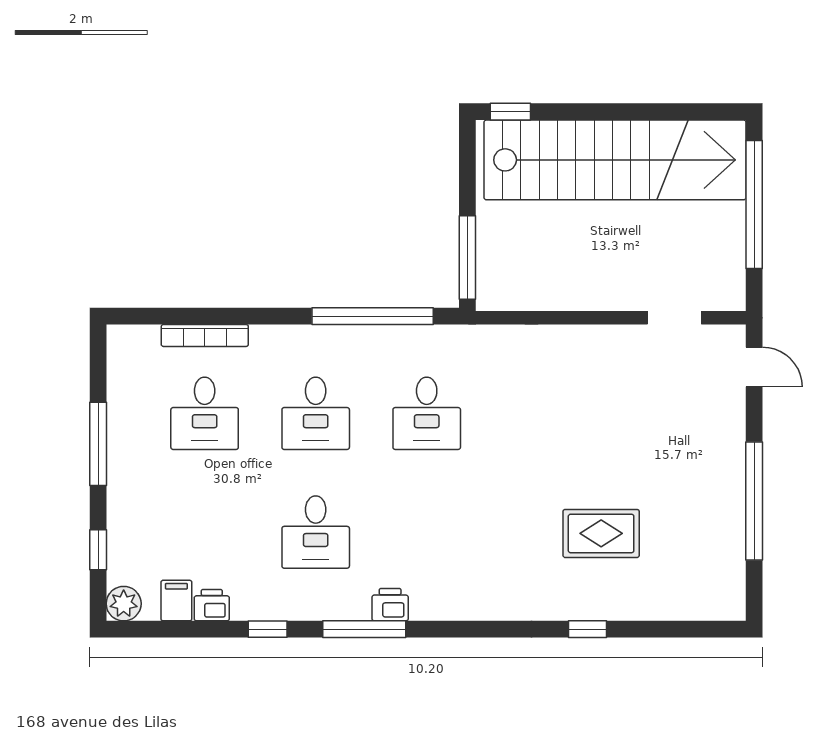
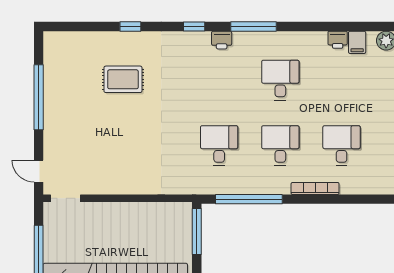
doorway: (674, 318) -> (65, 198), moved
bookcase: (205, 335) -> (315, 189), moved
printer: (390, 605) -> (222, 40), moved
window: (268, 629) -> (194, 27), moved

